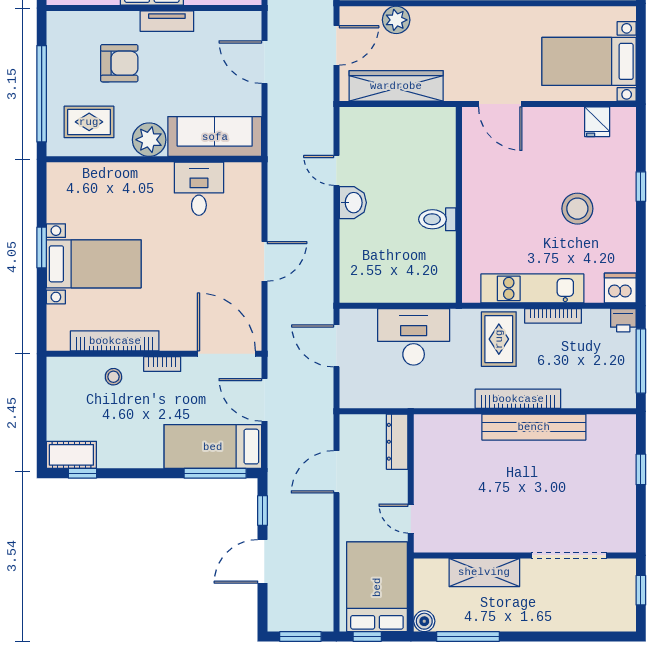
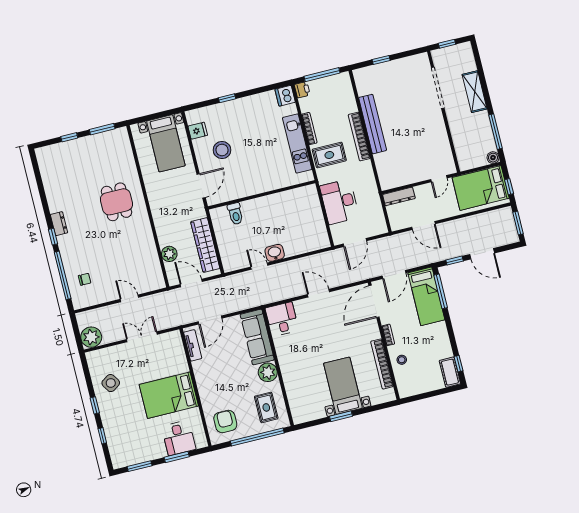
tv unit: (167, 21) -> (193, 345), moved
armchair: (119, 63) -> (225, 421), moved
door: (336, 170) -> (259, 266), swing flipped
desk: (199, 189) -> (282, 319), moved, turned 90
stool: (577, 209) -> (222, 150), moved
toilet: (437, 219) -> (235, 214), moved
shelving: (484, 572) -> (475, 92), moved

